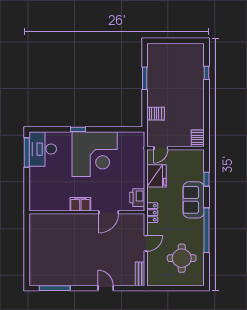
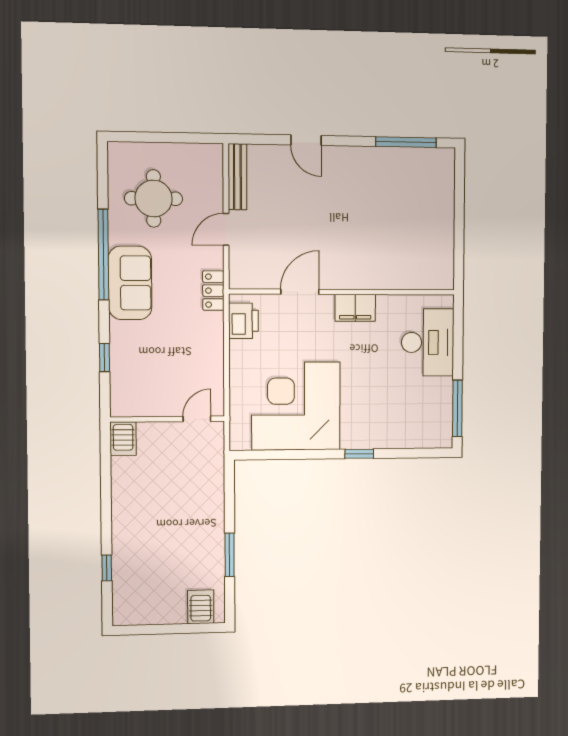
server rack: (156, 114) -> (201, 607), moved, turned 90
desk: (43, 149) -> (428, 342), moved
corner desk: (95, 154) -> (296, 406), moved
fridge: (157, 176) -> (205, 364), removed
sofa: (194, 200) -> (130, 283), moved
bench: (140, 274) -> (237, 177), width x1.36

